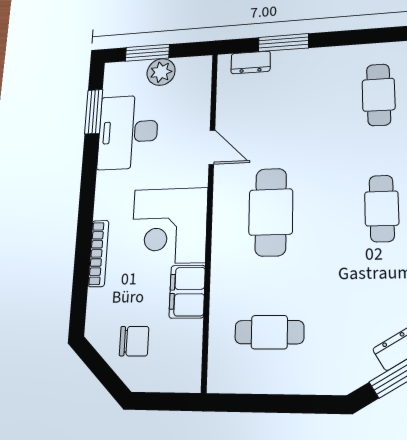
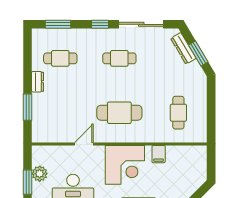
dresser: (251, 62) -> (38, 82), moved
filing cabinet: (187, 292) -> (159, 154), width x0.50
chair: (134, 341) -> (183, 180), removed

